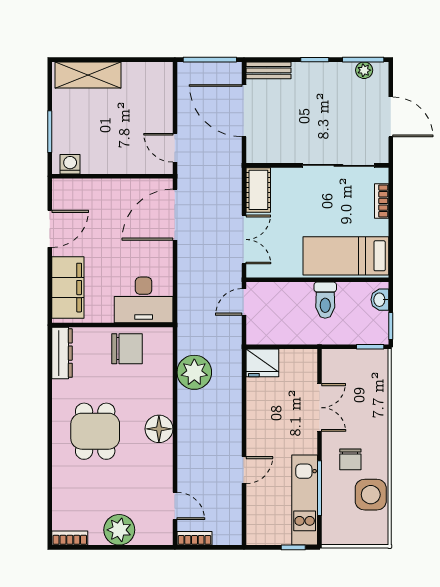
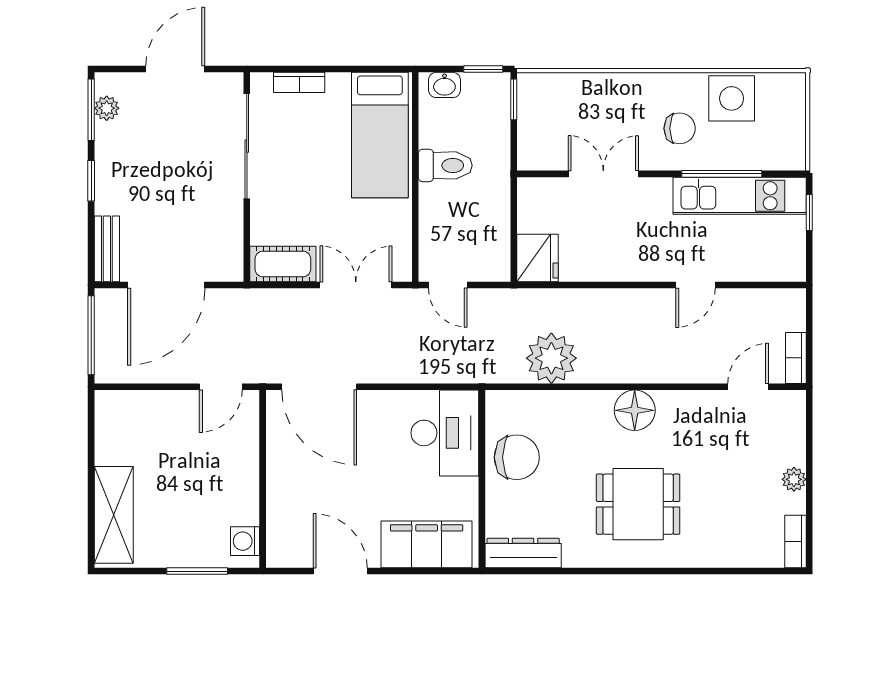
chair: (127, 349) -> (517, 457), turned 90
door: (244, 470) -> (695, 285), swing flipped
plant: (119, 530) -> (794, 479), width x0.53, depth x0.53

